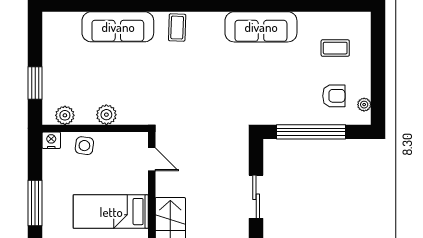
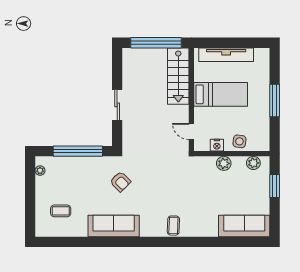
sofa: (118, 27) -> (244, 226), moved
armchair: (334, 96) -> (120, 182), moved, turned -135
nightstand: (51, 140) -> (217, 145), moved

